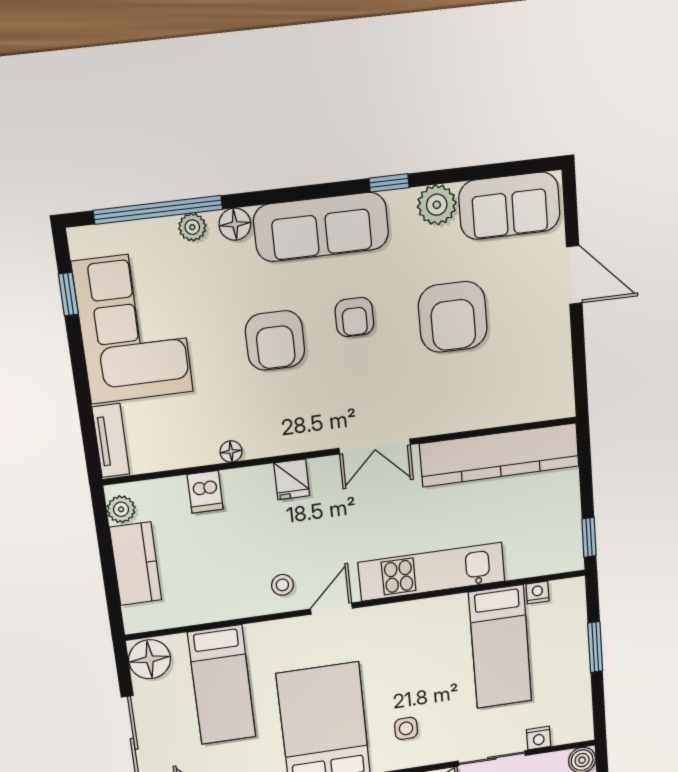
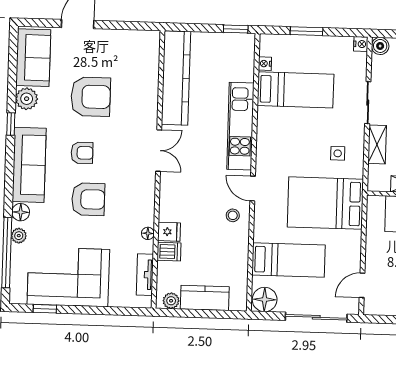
tv unit: (111, 441) -> (145, 275), moved, turned -90
fridge: (292, 479) -> (169, 232), moved
nightstand: (539, 738) -> (361, 44), moved

